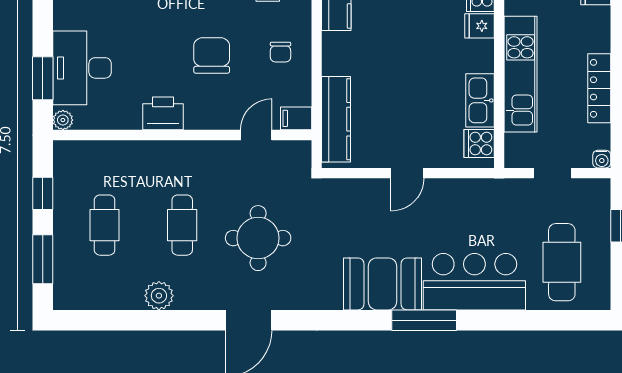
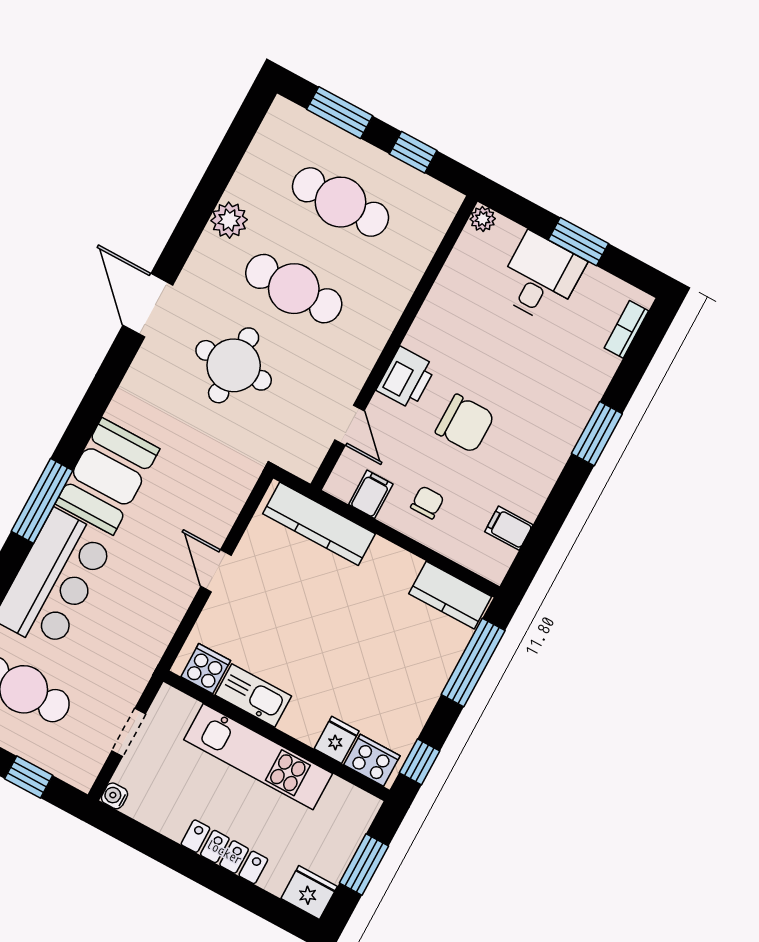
chair: (281, 52) -> (427, 502), turned 90
desk: (82, 68) -> (540, 278), width x0.73
window: (43, 78) -> (578, 242), moved
locker: (599, 88) -> (224, 852), moved
printer: (163, 113) -> (406, 378), moved
filing cabinet: (296, 118) -> (371, 494), moved
cafe table: (105, 225) -> (341, 202), width x1.37, depth x1.35
cafe table: (182, 225) -> (294, 289), width x1.37, depth x1.35

